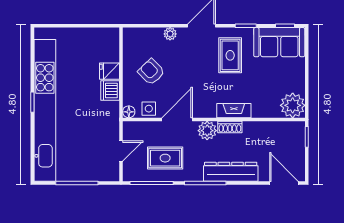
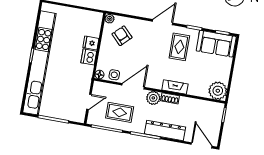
plant: (170, 34) -> (110, 19), moved
armchair: (151, 72) -> (122, 36), moved

